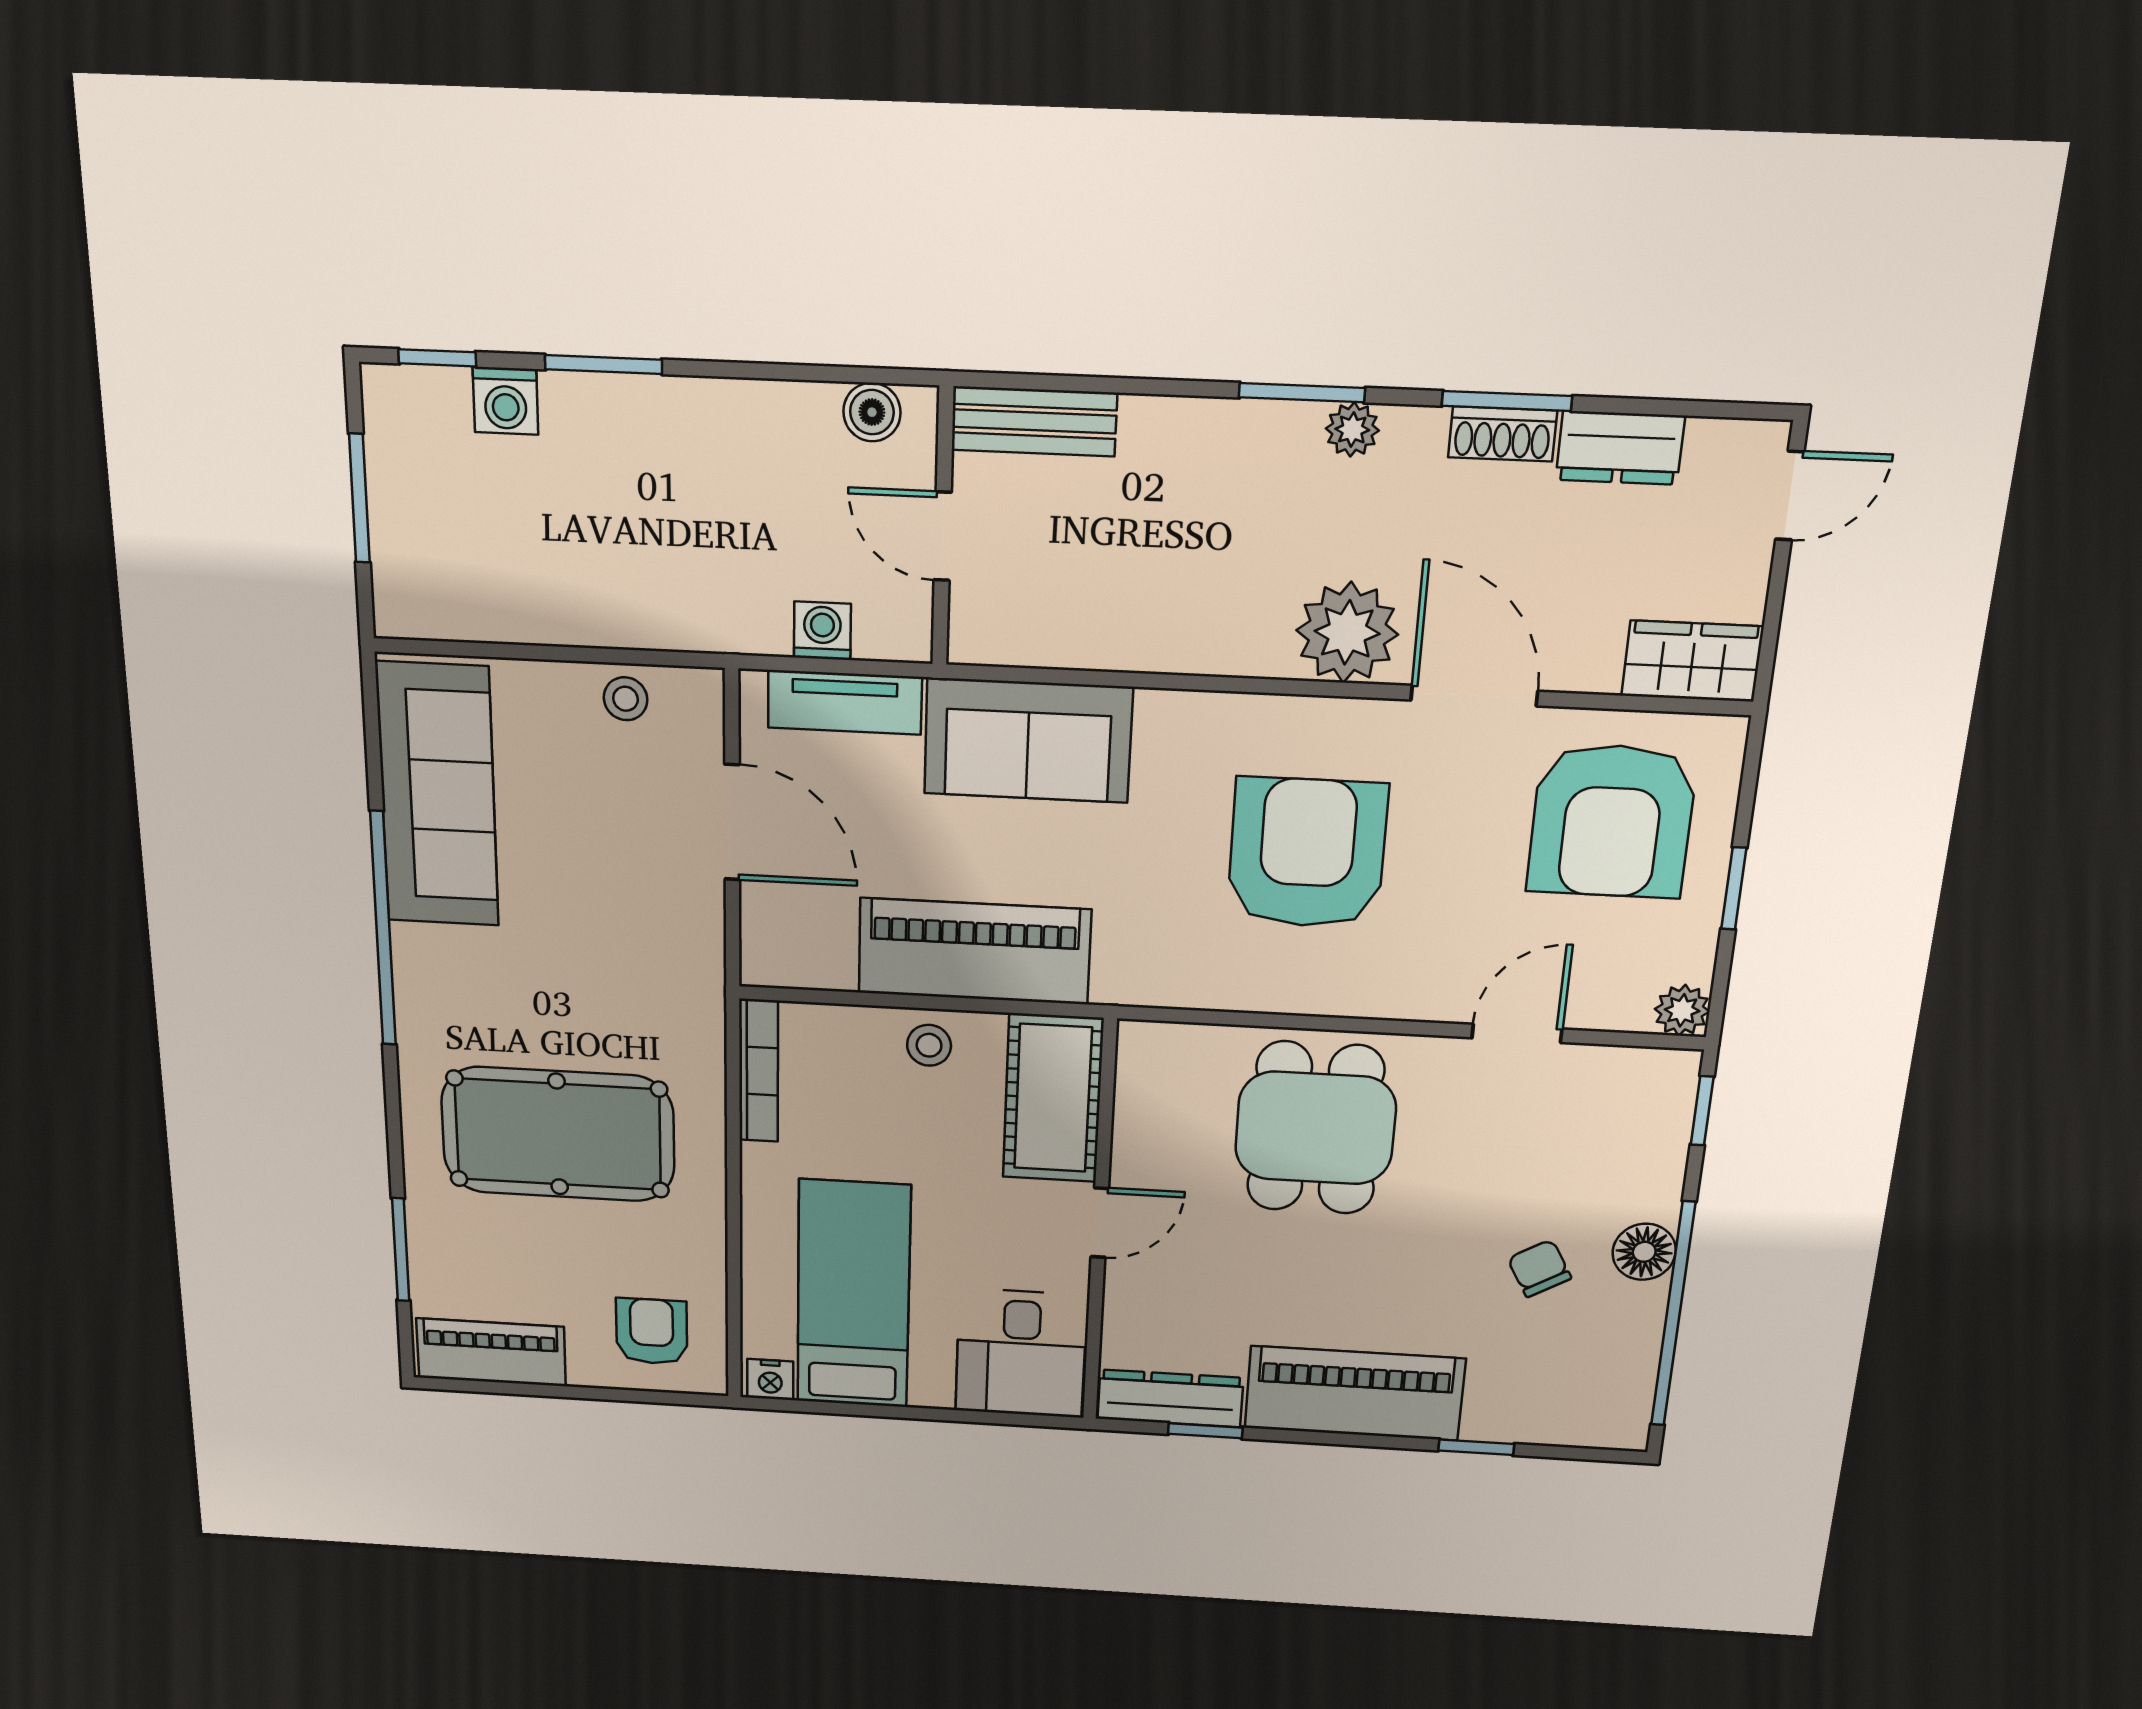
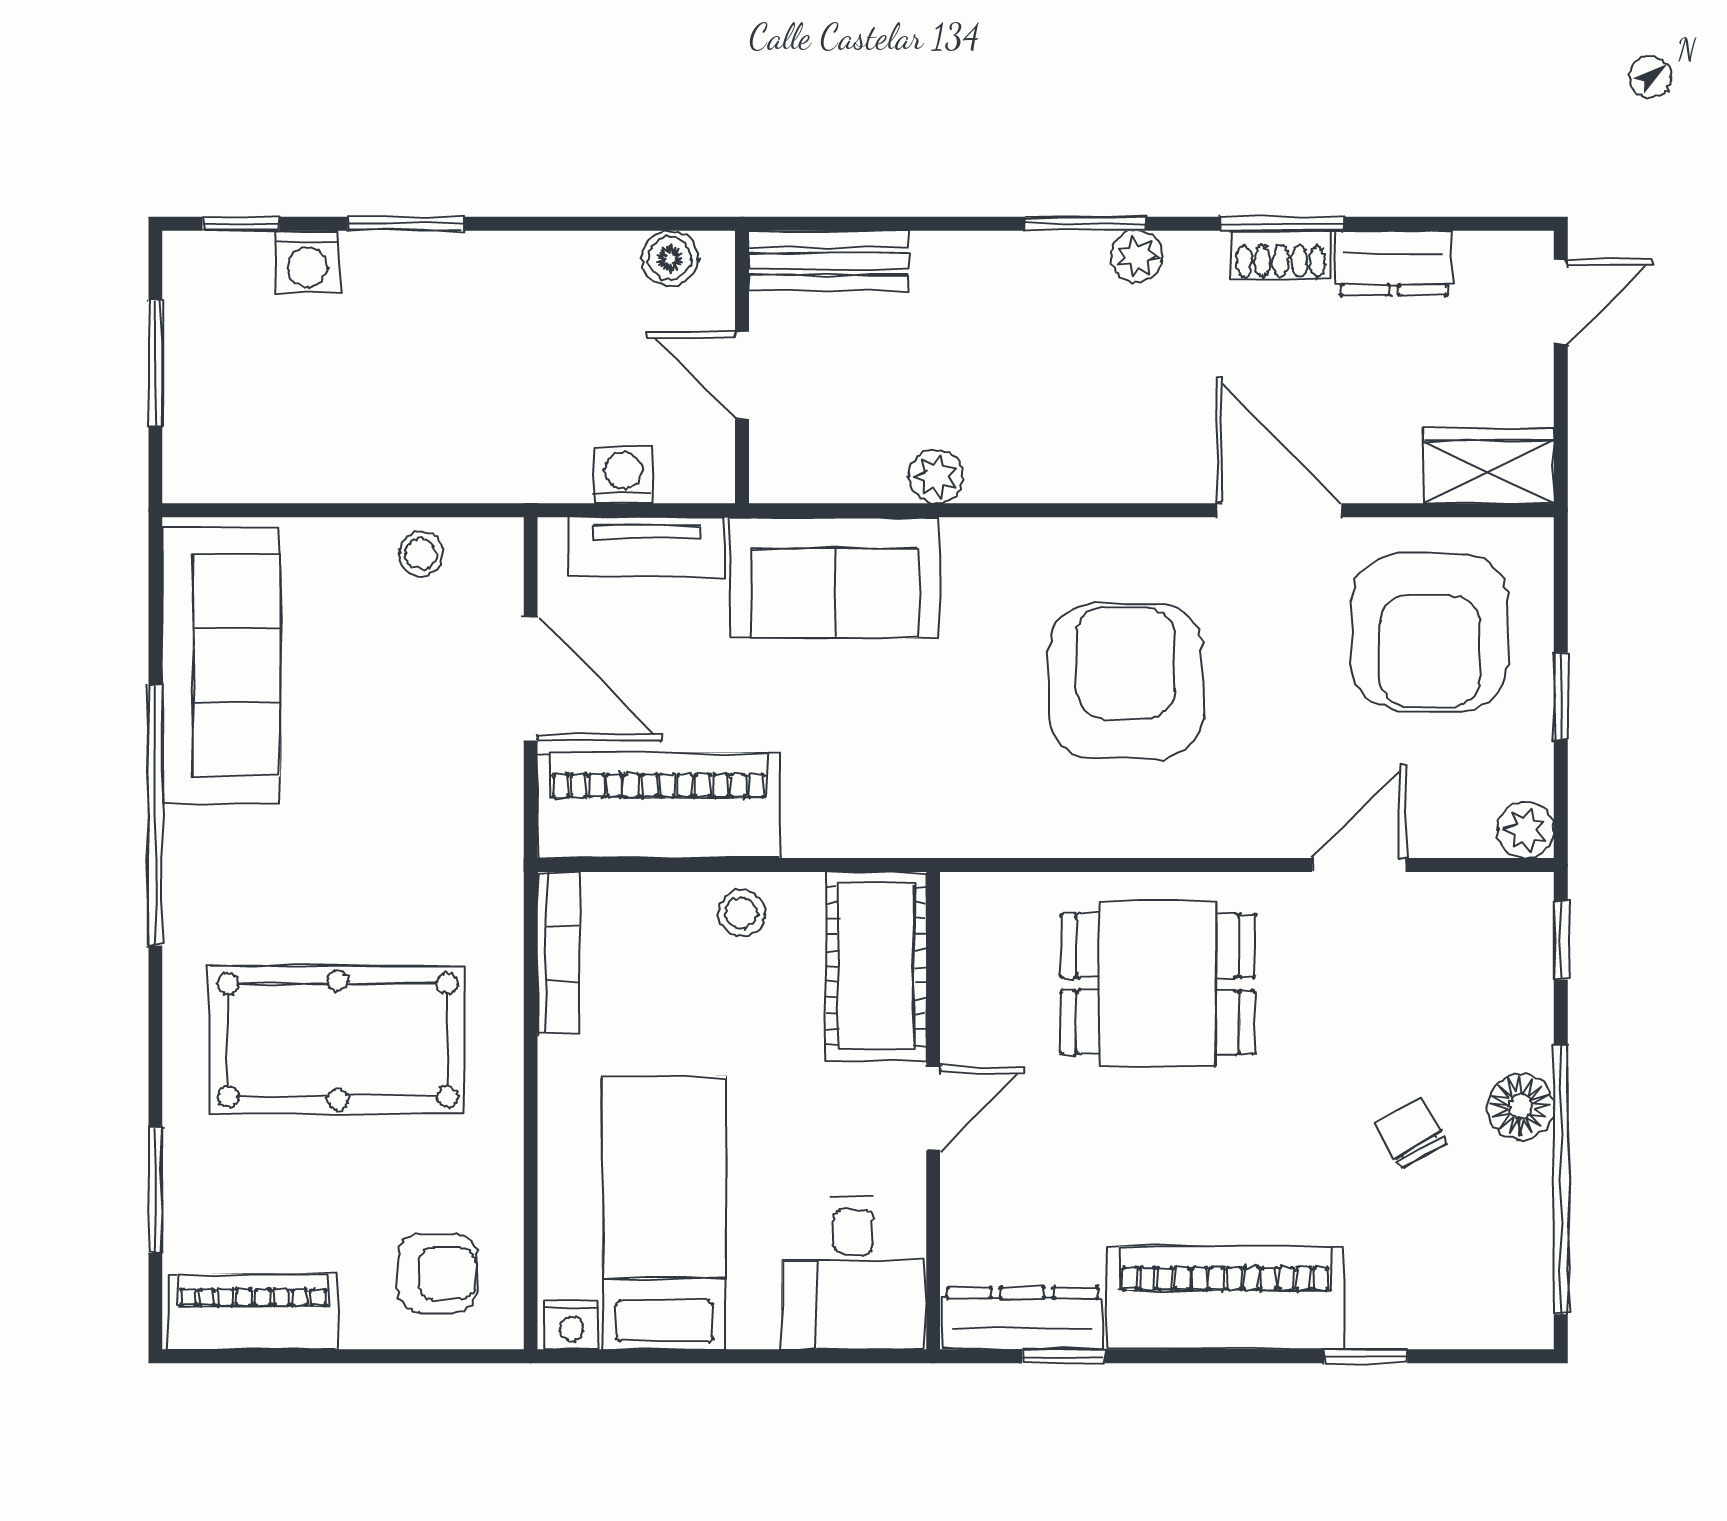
plant: (1347, 632) -> (937, 476), moved, width x0.53, depth x0.53
piano: (974, 951) -> (658, 806), moved
dining table: (1315, 1128) -> (1158, 984), turned 90
armchair: (652, 1331) -> (437, 1273), turned 90

